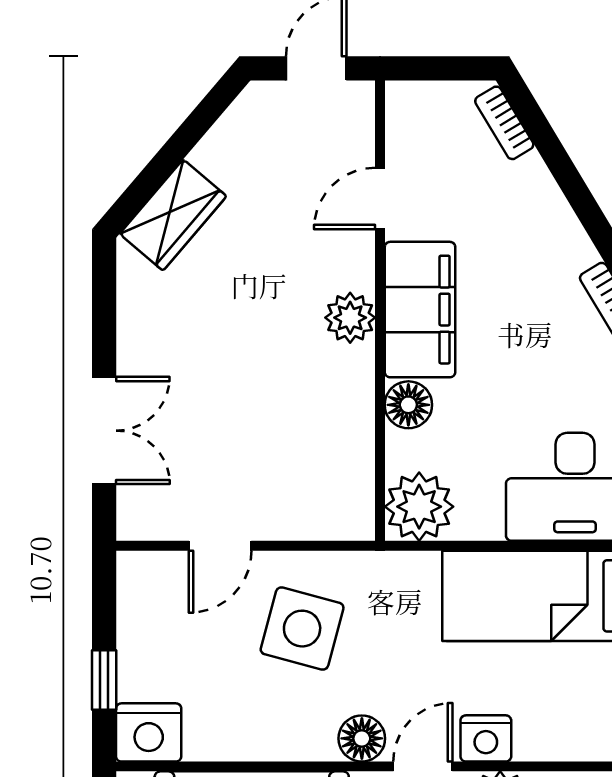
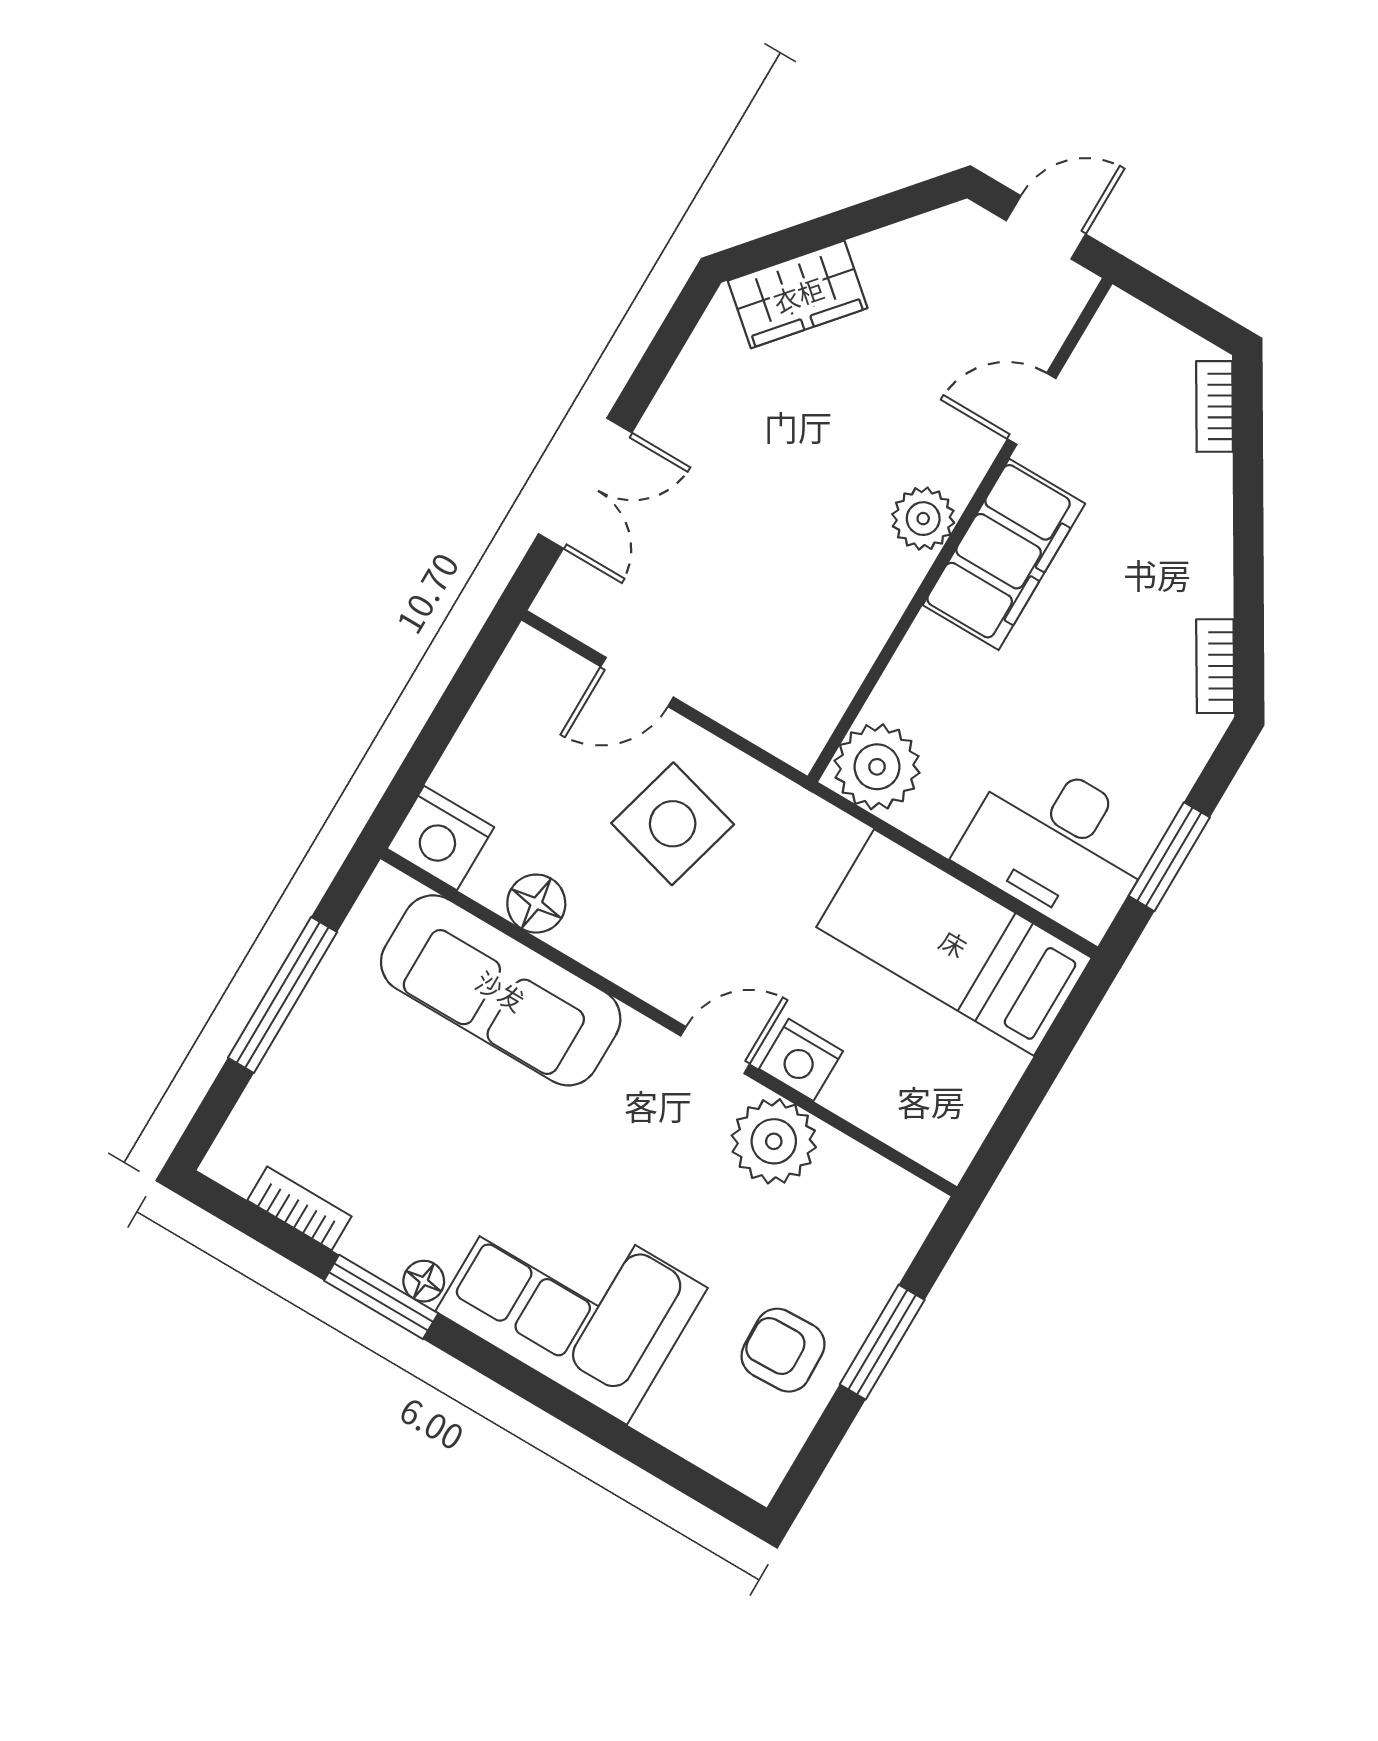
floor lamp: (408, 405) -> (930, 650), removed
window: (104, 680) -> (426, 753), removed
floor lamp: (362, 738) -> (536, 904), moved

